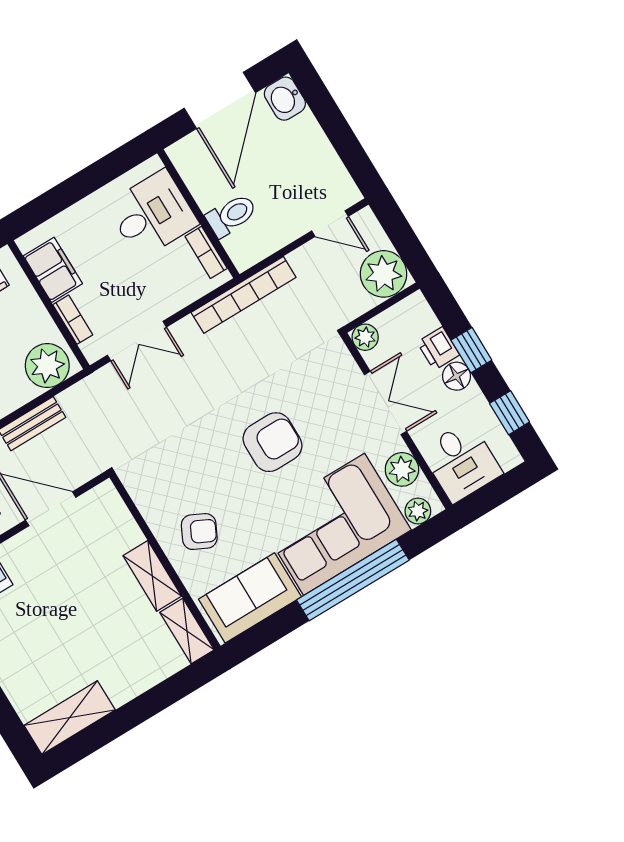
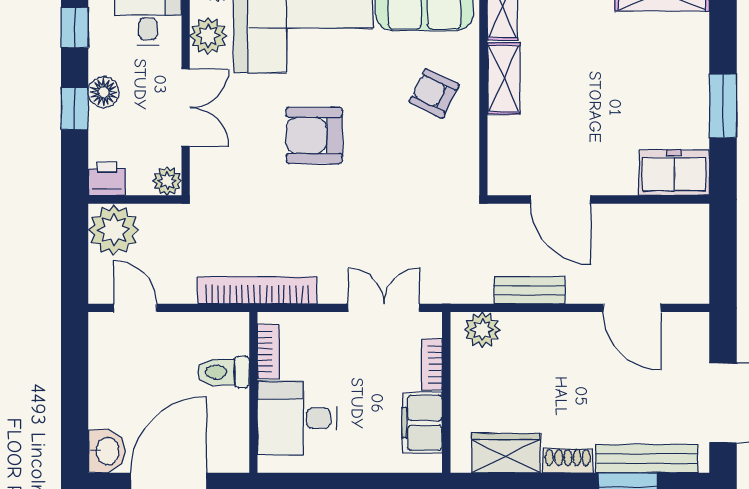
printer: (438, 348) -> (107, 179), moved, turned -90
plant: (47, 366) -> (482, 330), width x0.73, depth x0.73
double door: (385, 403) -> (186, 108), swing flipped

